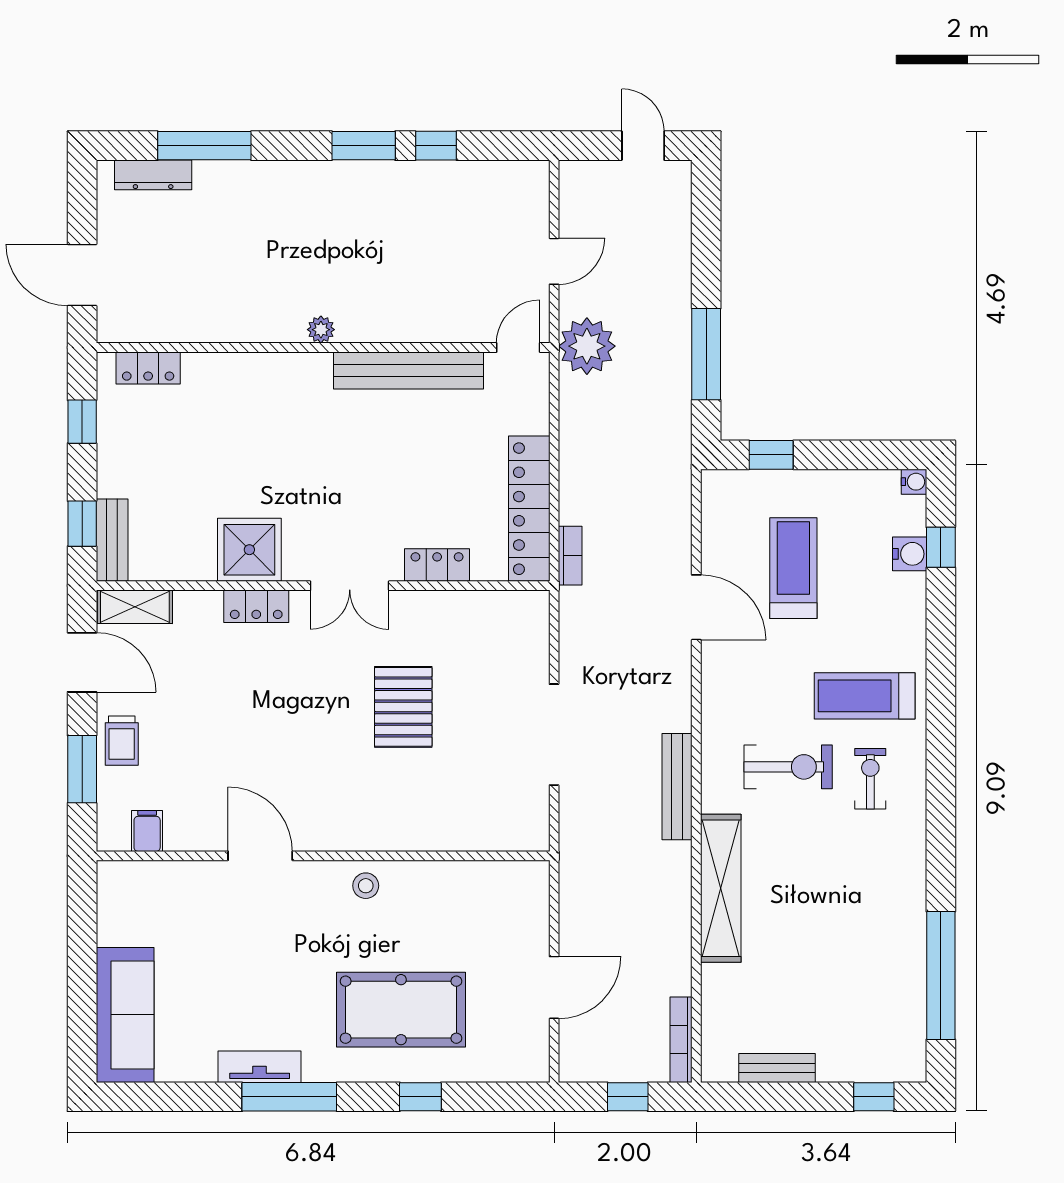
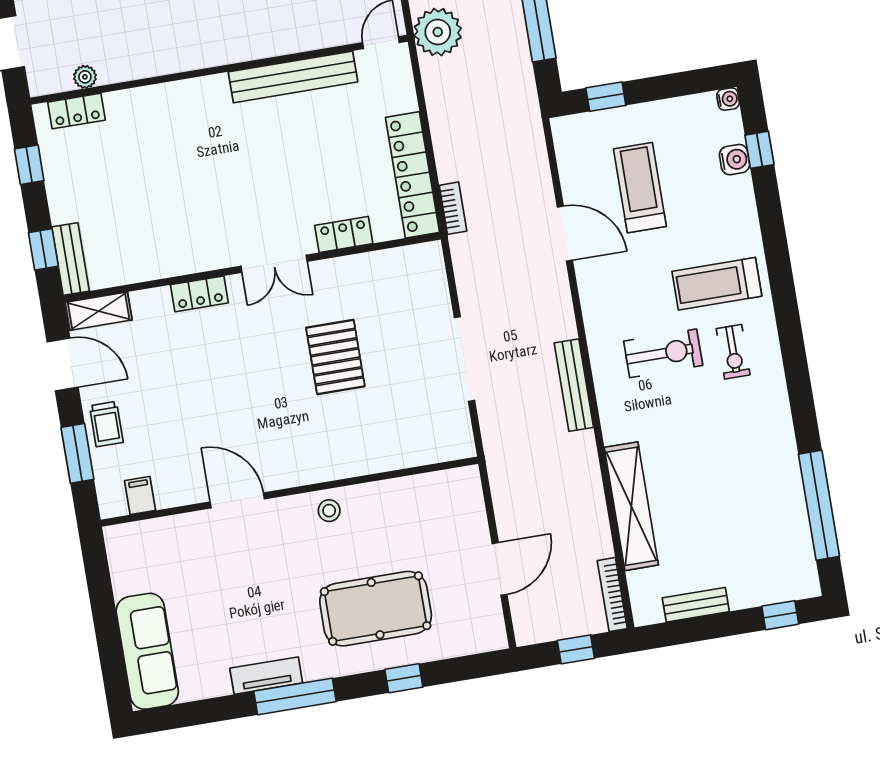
plant: (321, 330) -> (85, 77), moved
shower: (249, 550) -> (186, 248), removed
exercise bike: (870, 779) -> (733, 352), turned 180
shelving: (721, 888) -> (631, 506), moved

